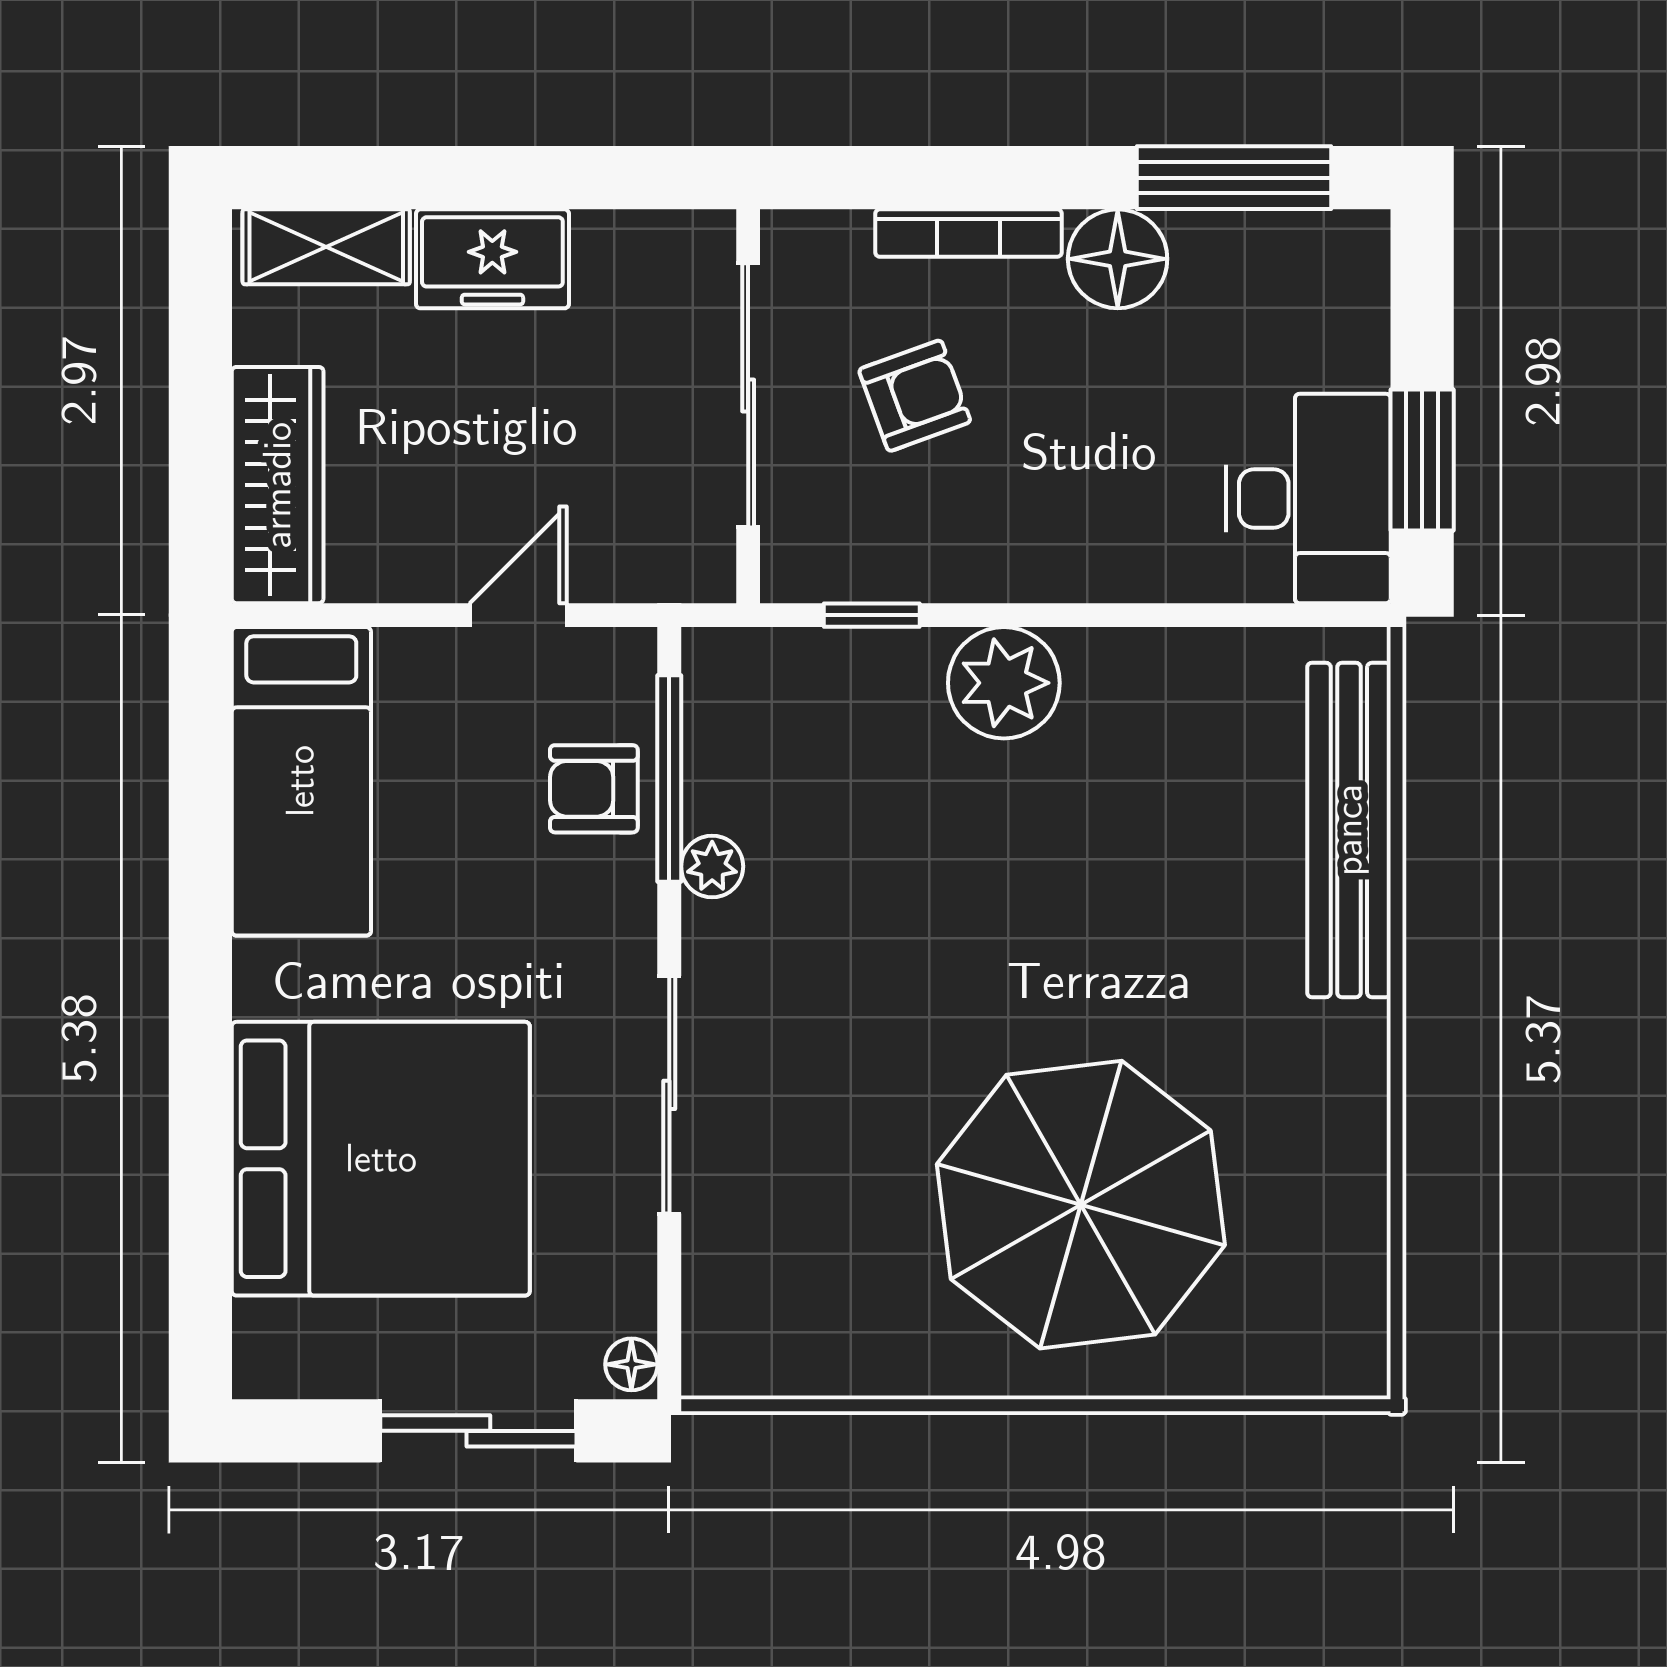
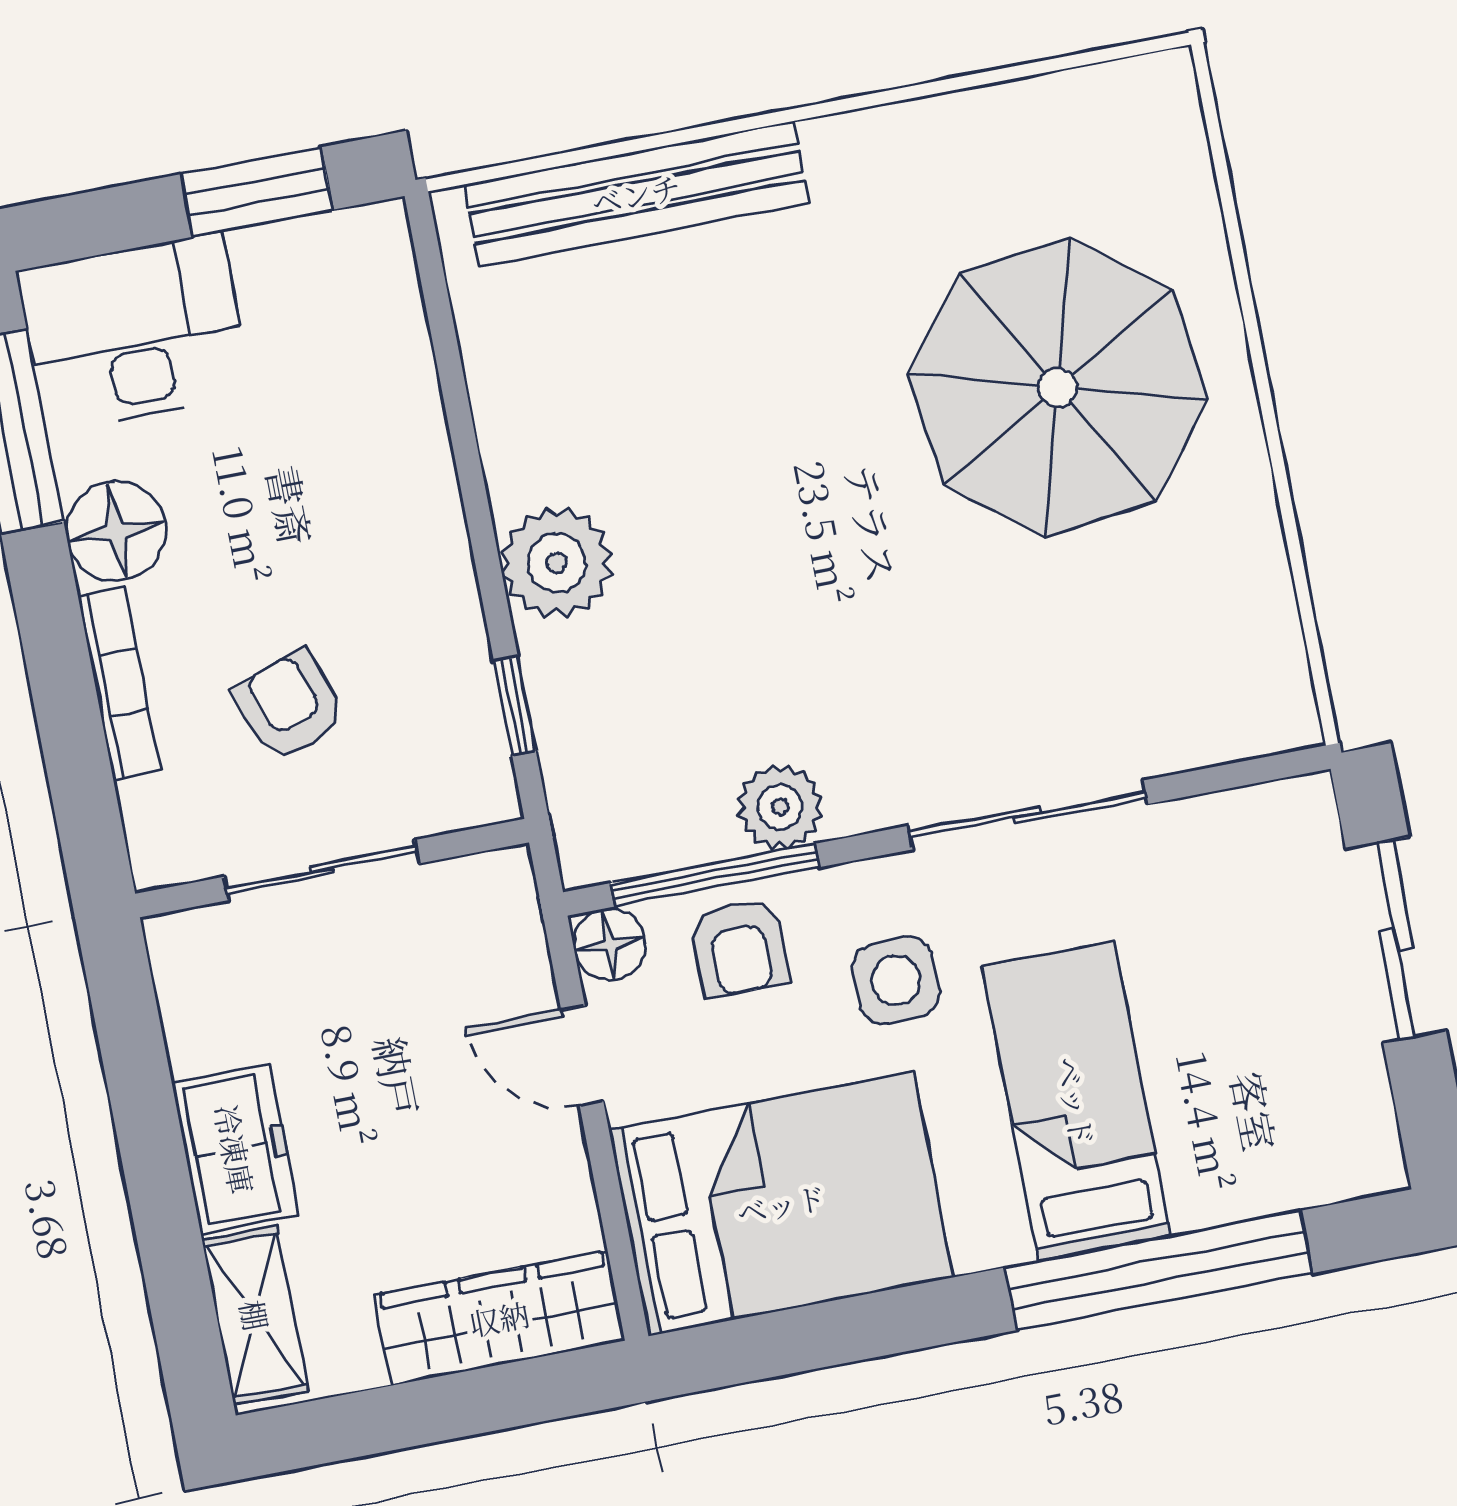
sliding door: (748, 395) -> (321, 870), width x0.73
desk: (1308, 498) -> (134, 332), moved
bed: (301, 781) -> (781, 1204), width x1.50
plant: (712, 866) -> (780, 807), width x1.38, depth x1.38
side table: (533, 935) -> (896, 980), added
window: (200, 1137) -> (1159, 1270), added
bed: (381, 1159) -> (1076, 1101), width x0.49
floor lamp: (631, 1364) -> (610, 944), moved, width x1.37, depth x1.37

